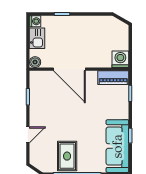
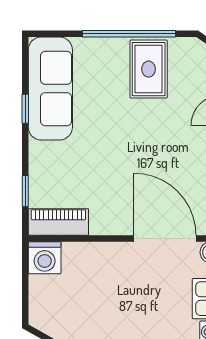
door: (69, 69) -> (165, 238), moved

